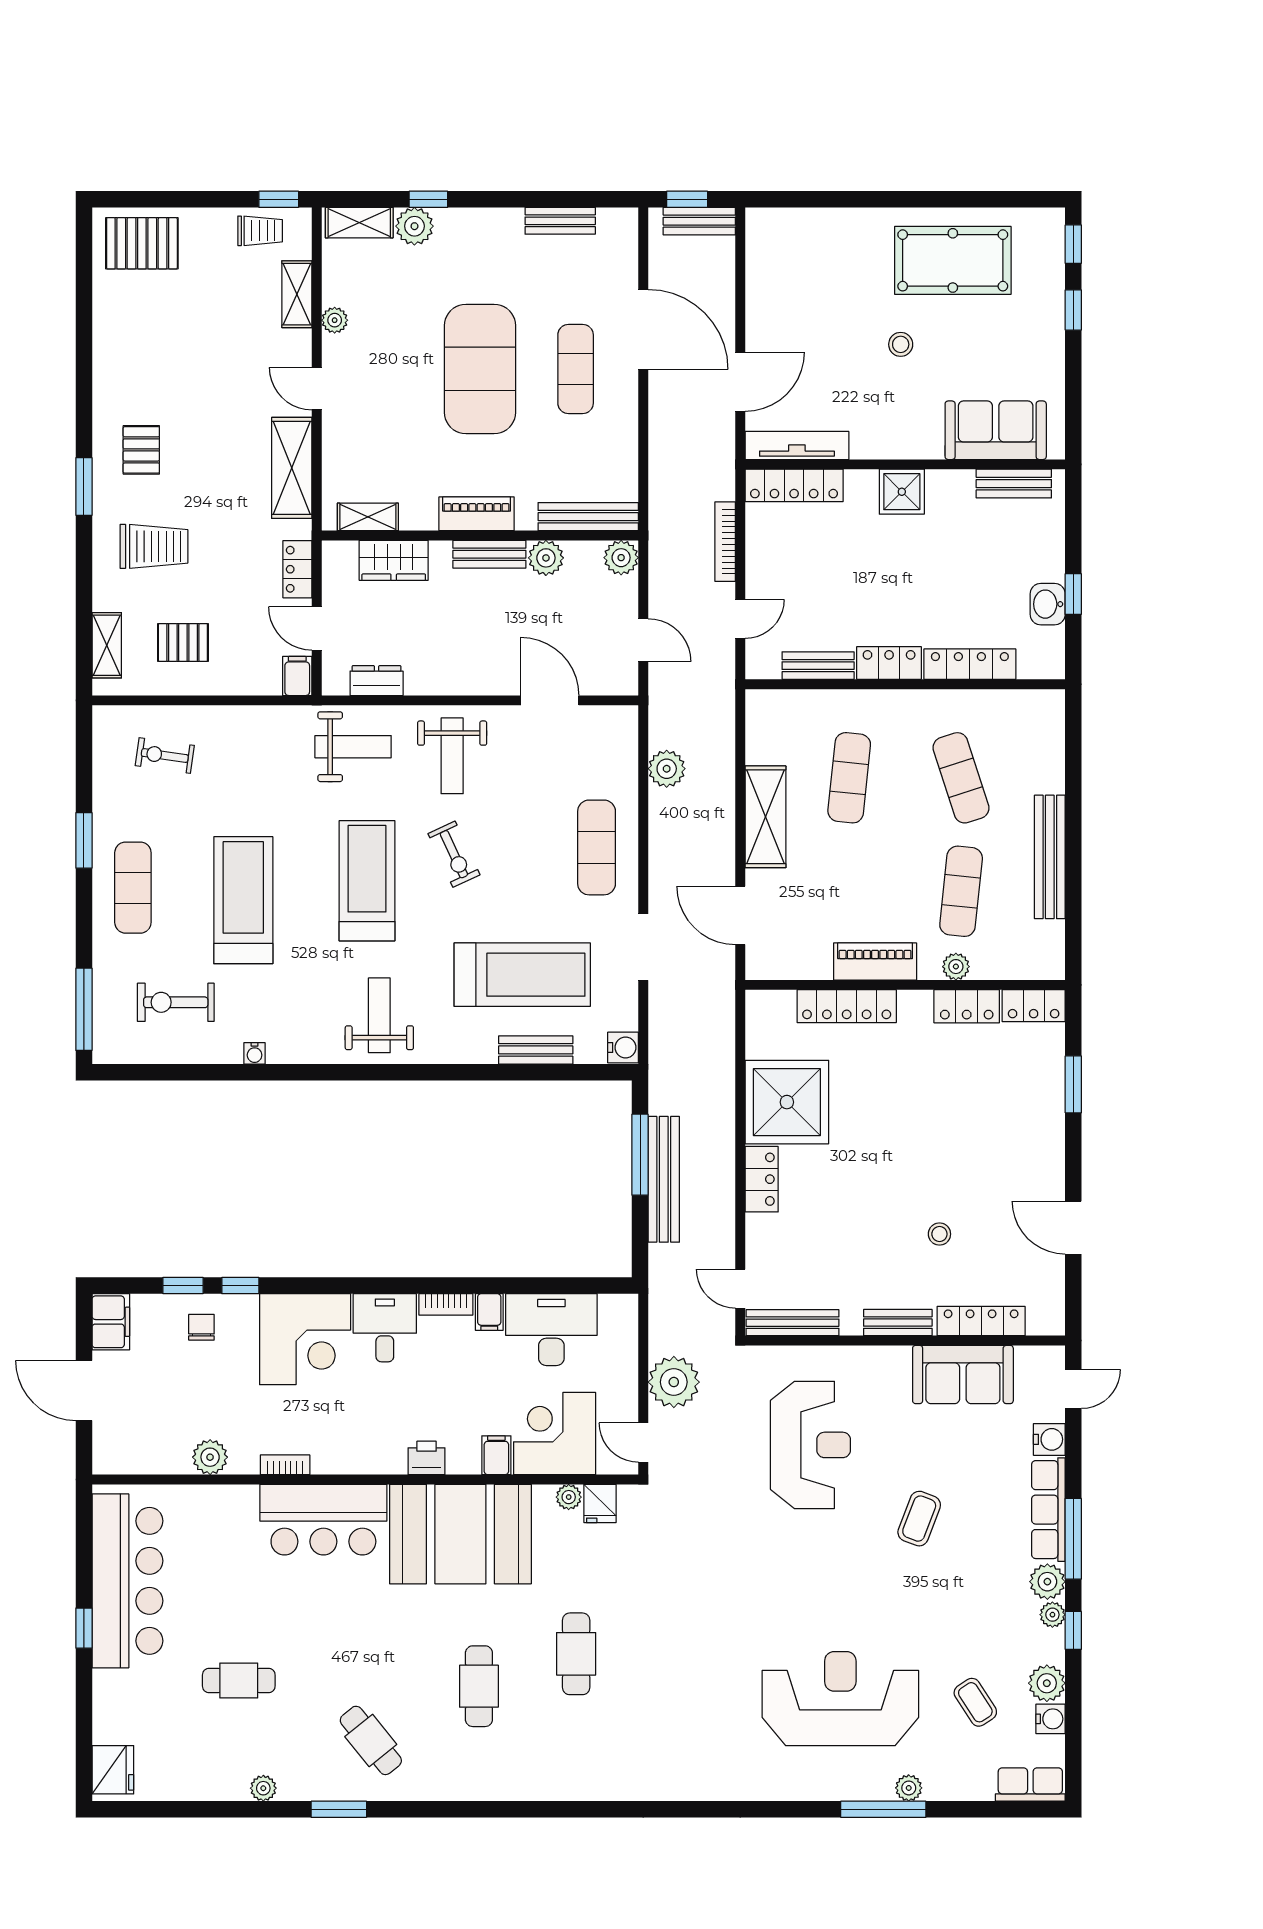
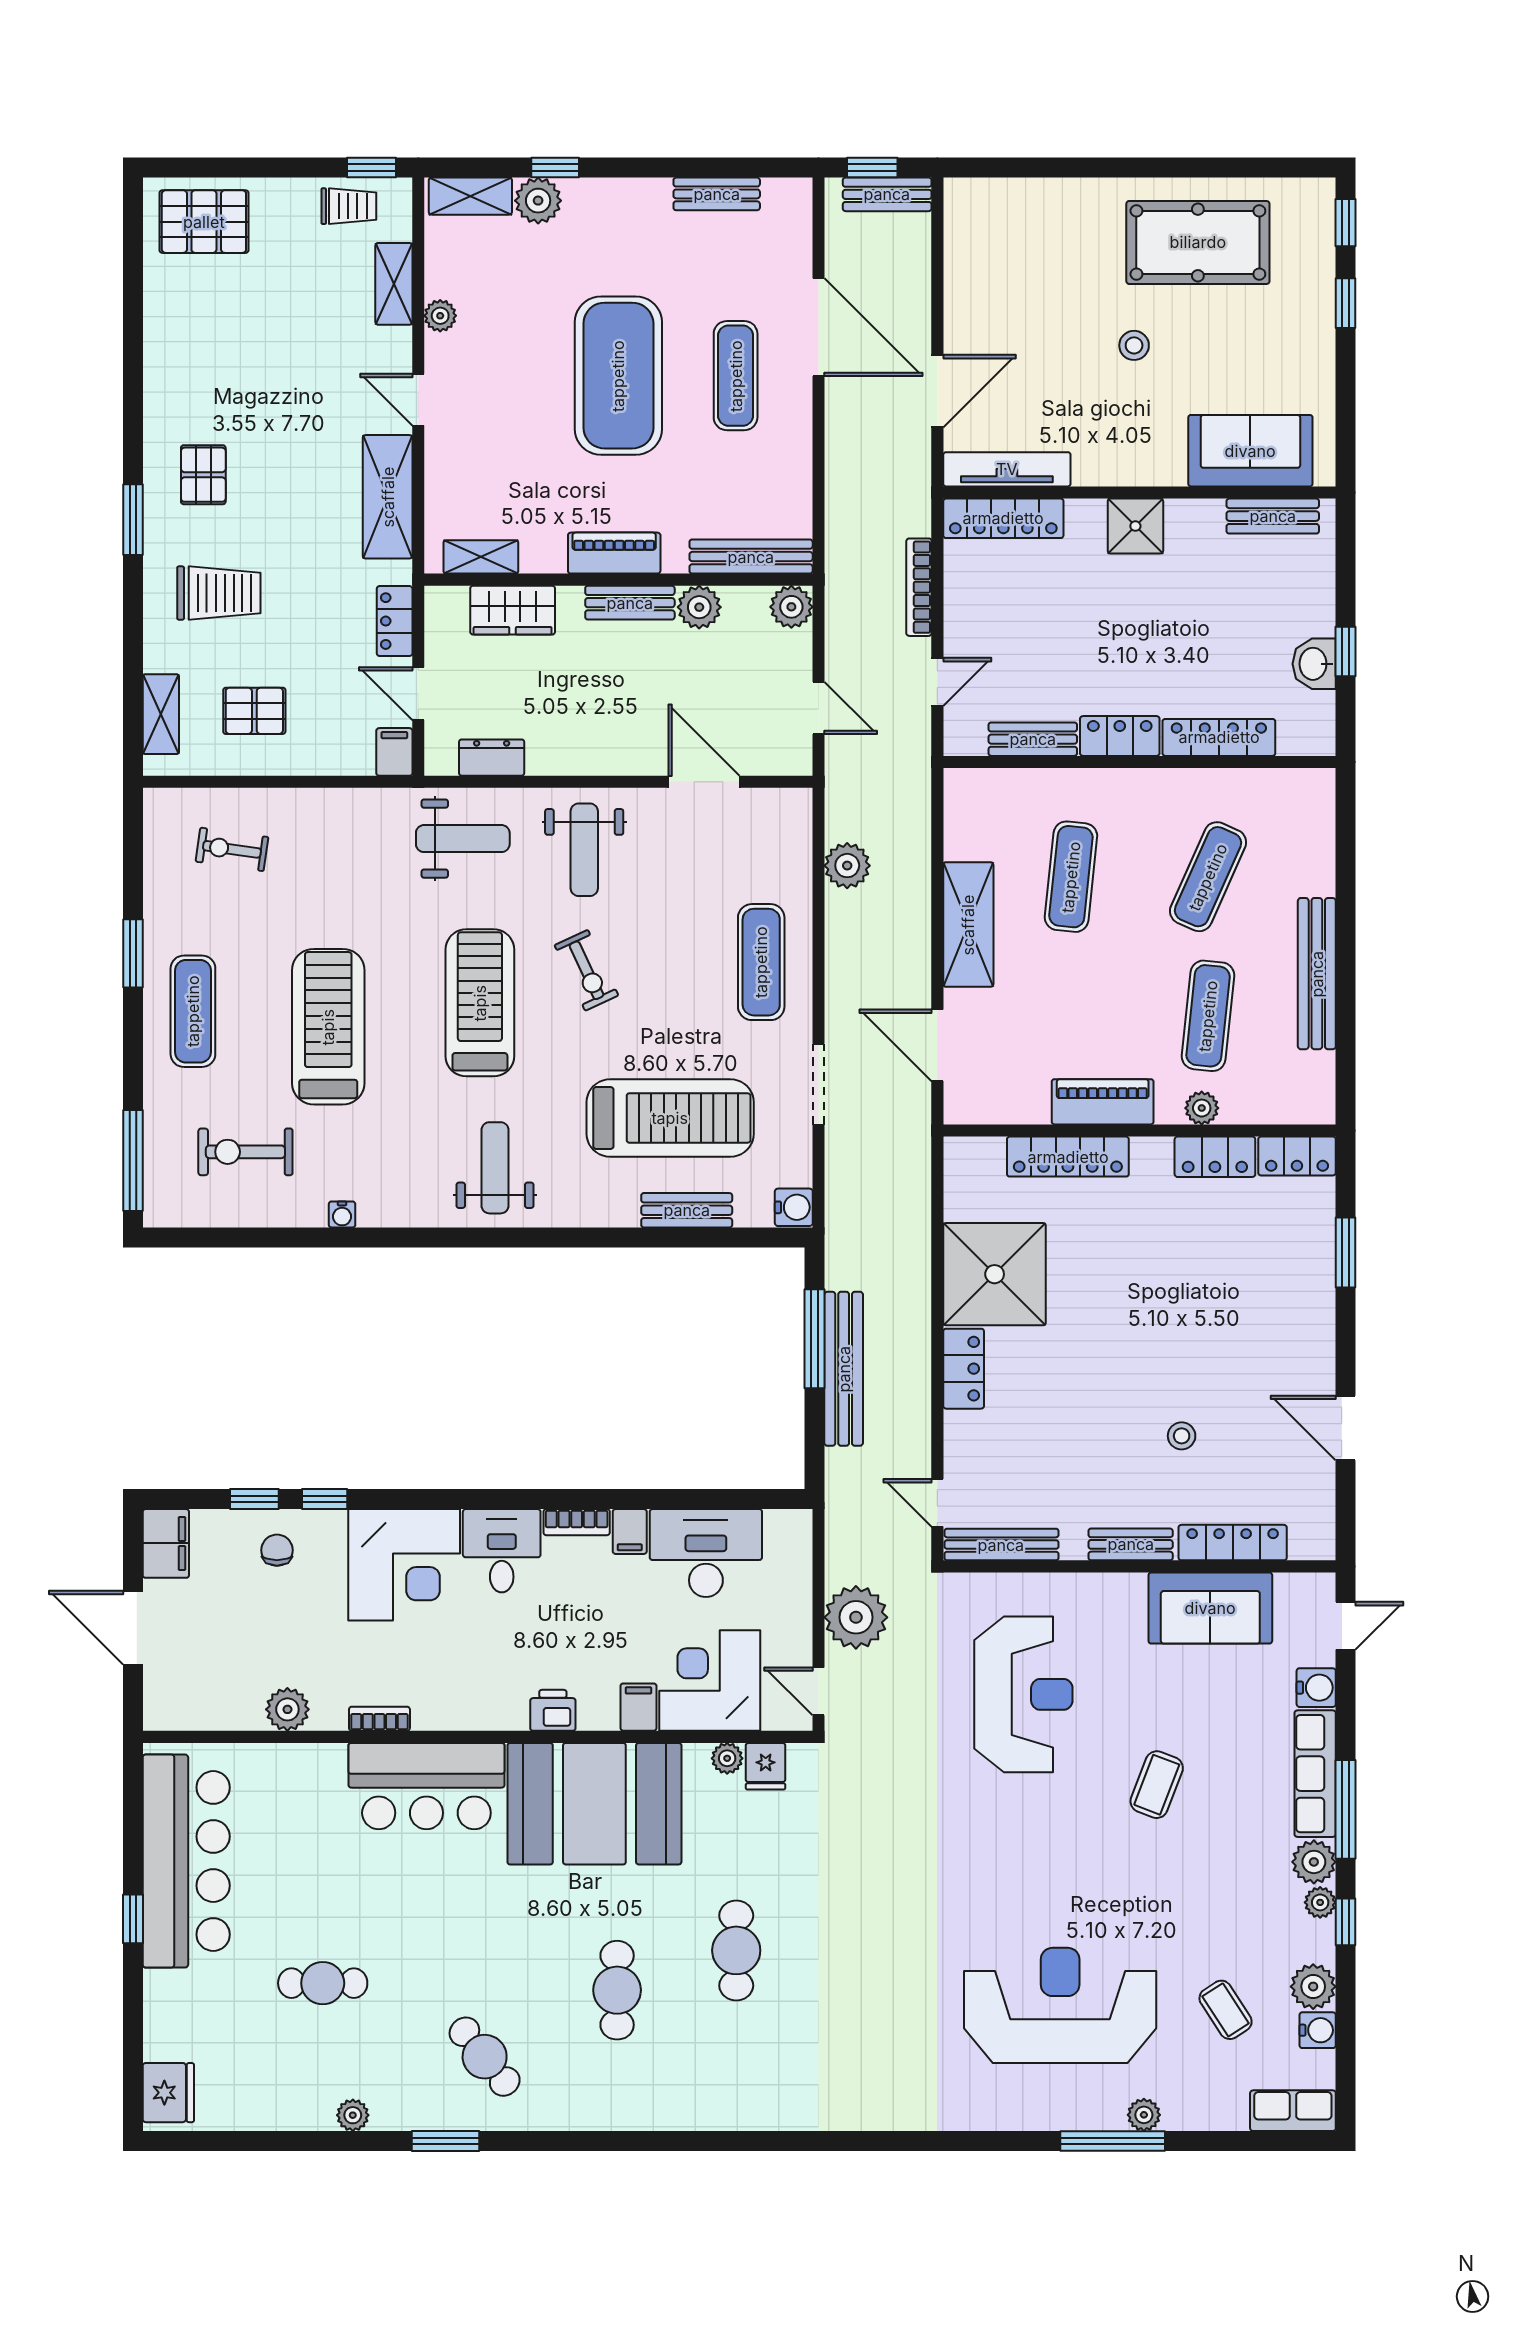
exercise mat: (961, 778) -> (1208, 877), turned 42

